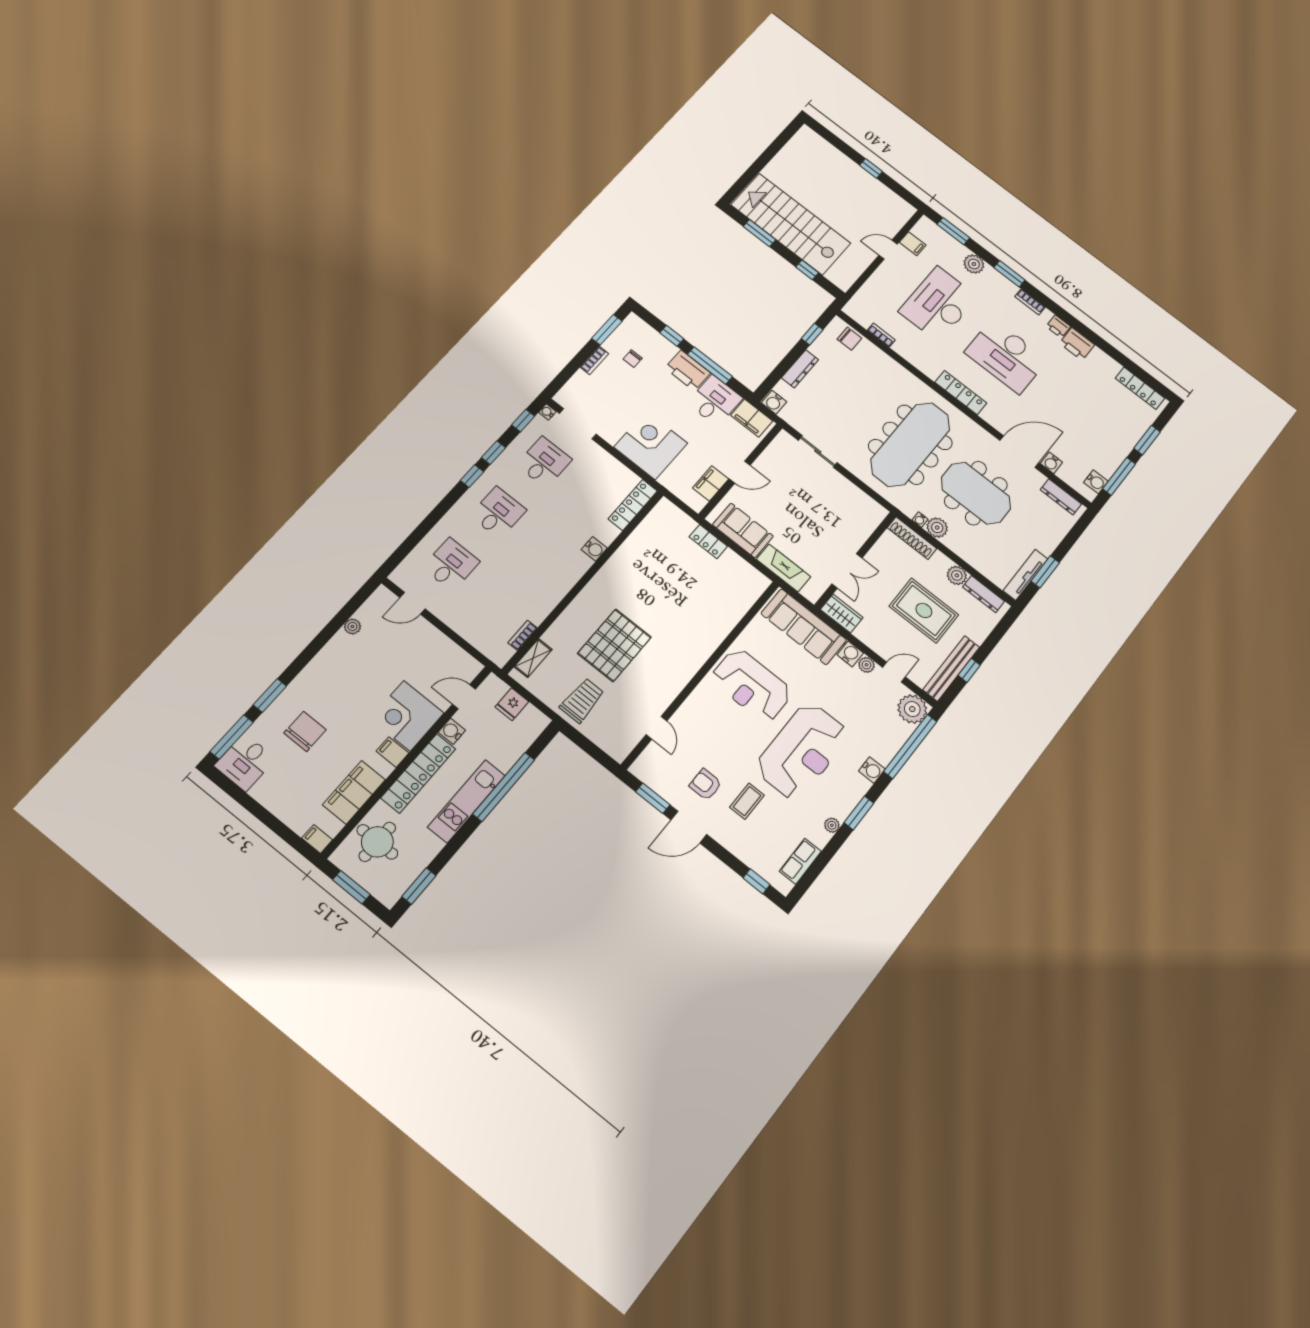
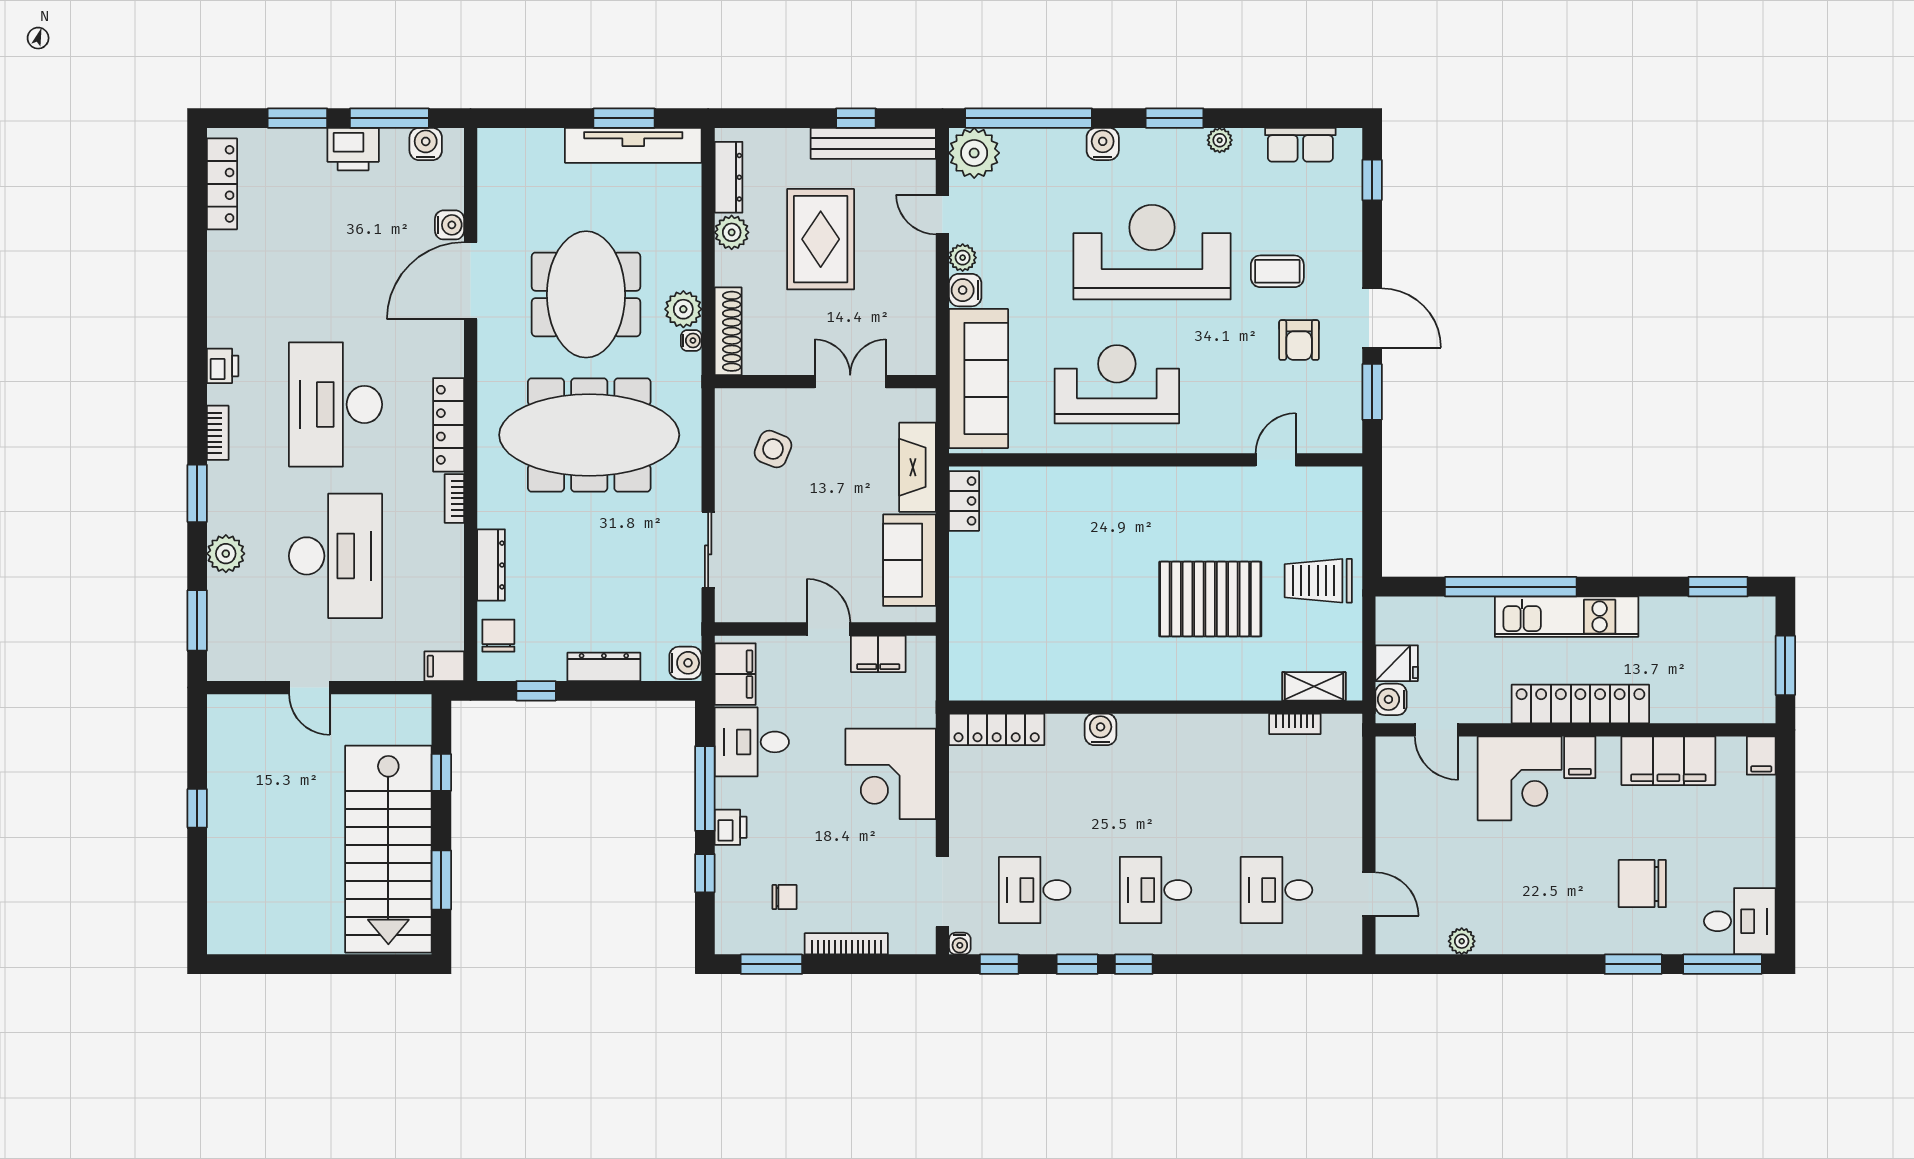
filing cabinet: (913, 244) -> (444, 666), moved, turned -90
desk: (938, 304) -> (336, 556), turned -90
bookcase: (881, 335) -> (454, 498), moved
printer: (1077, 344) -> (353, 149), moved, turned 90
desk: (1006, 356) -> (336, 404), turned 180
bookcase: (594, 360) -> (846, 944), width x1.56
printer: (688, 370) -> (731, 827), width x0.53, depth x0.68
door: (1019, 452) -> (471, 281), hinge flipped
dresser: (1061, 497) -> (491, 565), moved
side table: (842, 514) -> (773, 449), added
locker: (708, 542) -> (964, 501), moved
tv unit: (1025, 575) -> (633, 145), width x1.36, depth x1.29
wardrobe: (842, 614) -> (917, 343), removed
reception desk: (751, 685) -> (1117, 384), turned -90
water cooler: (452, 731) -> (1391, 699), moved, turned 90
round table: (377, 842) -> (1705, 681), removed

